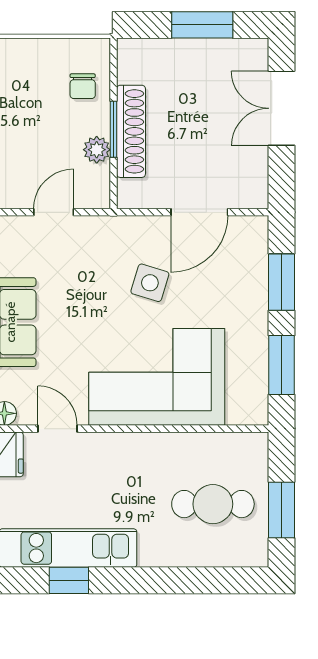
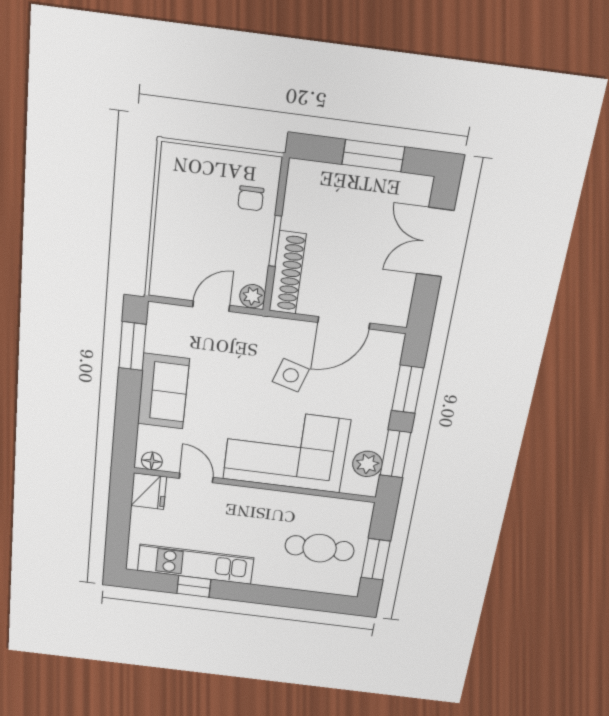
shoe rack: (131, 131) -> (287, 273), moved
plant: (97, 150) -> (252, 296), moved
plant: (252, 382) -> (367, 464), added

